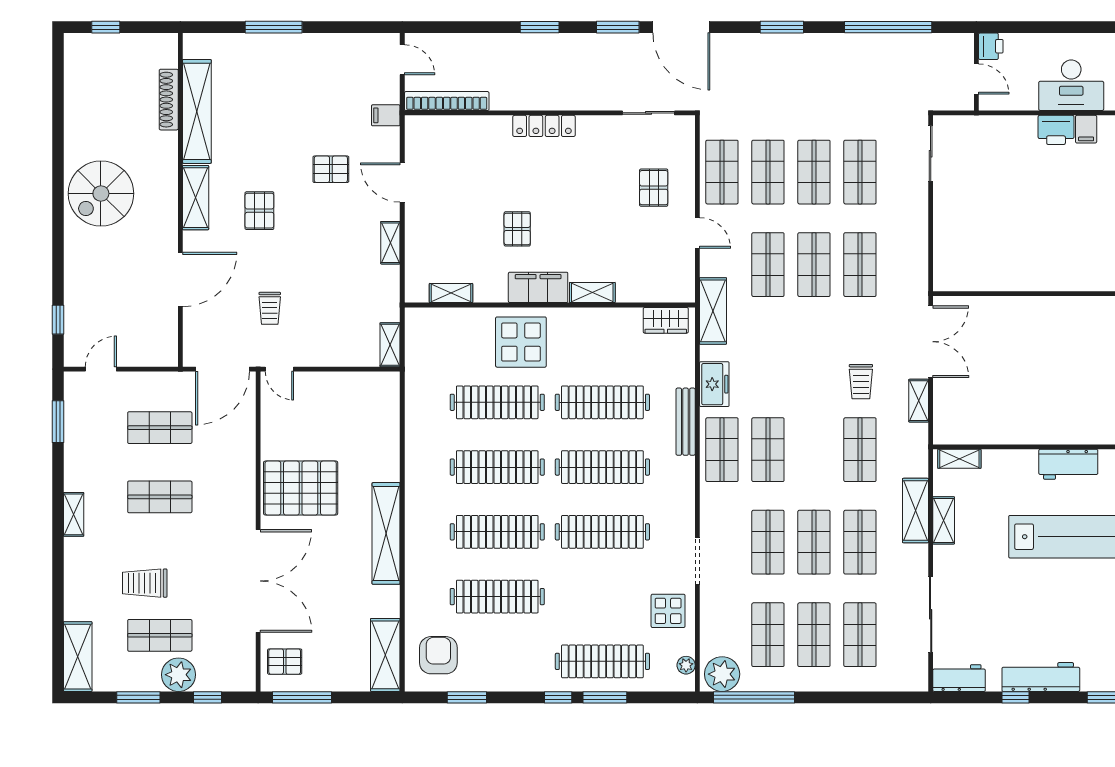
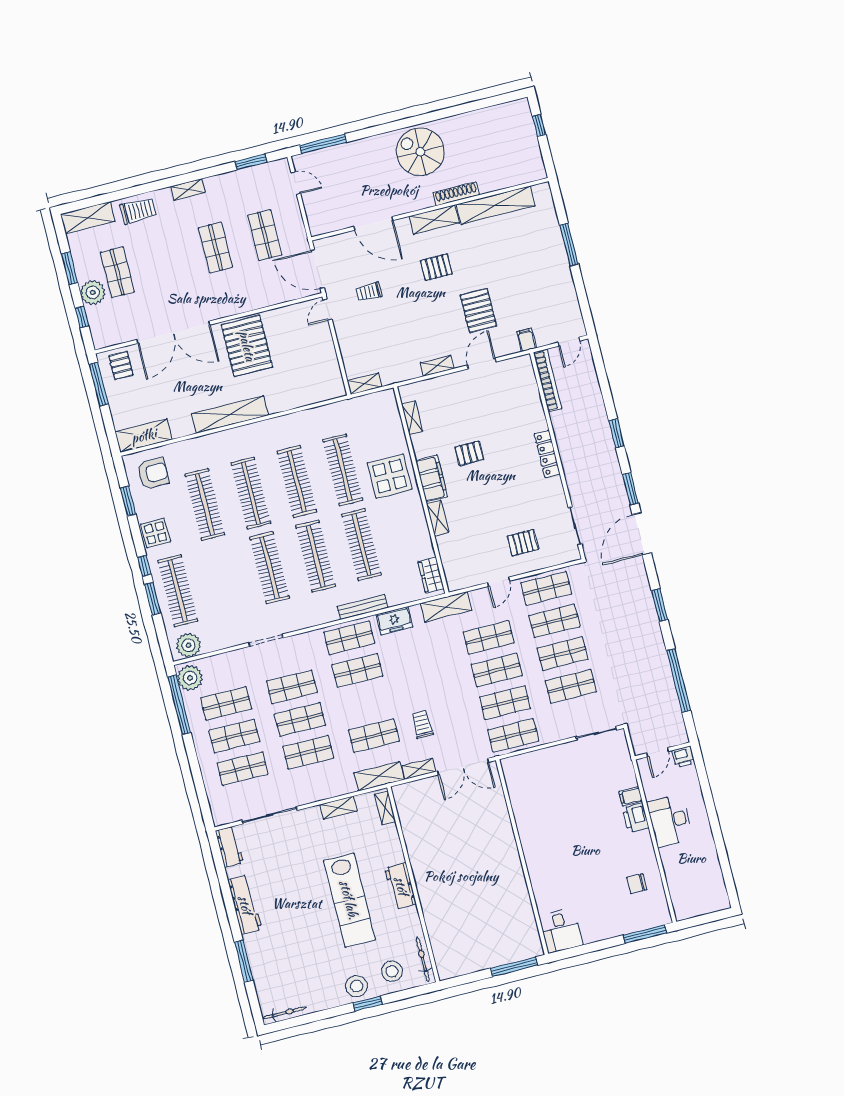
shoe rack: (169, 100) -> (456, 194), moved
filing cabinet: (1086, 129) -> (631, 796), moved
pallet: (331, 169) -> (478, 310), width x1.50, depth x1.42
shop shelf: (906, 265) -> (513, 735), added
window: (58, 320) -> (323, 144), width x2.17
trolley: (861, 382) -> (422, 724), turned 90
shelving: (915, 511) -> (379, 776), moved
trolley: (145, 583) -> (138, 211), moved, turned 90
display table: (668, 611) -> (155, 533), moved
plant: (686, 665) -> (189, 645), width x1.88, depth x1.88
window: (1015, 697) -> (226, 890), removed

